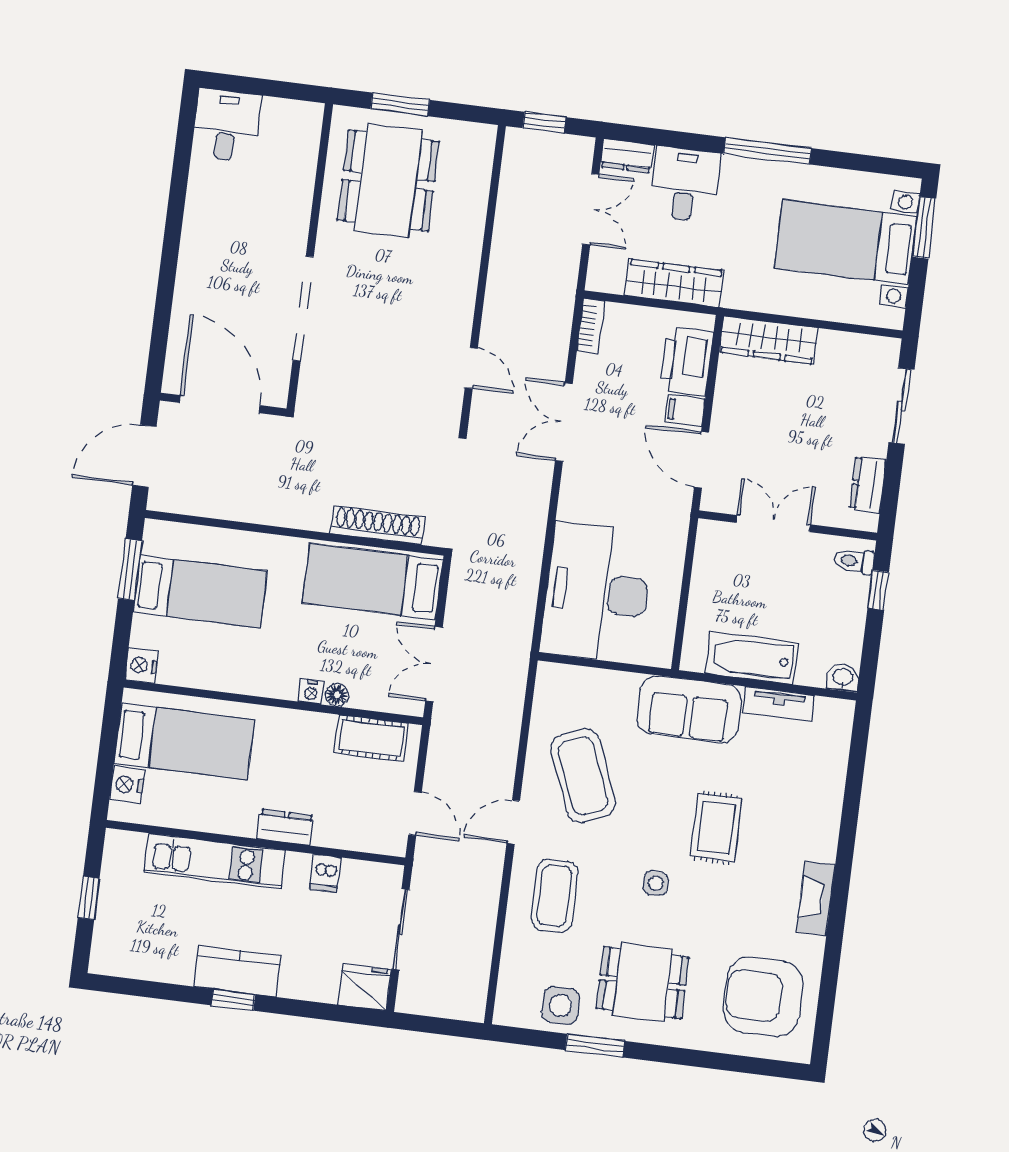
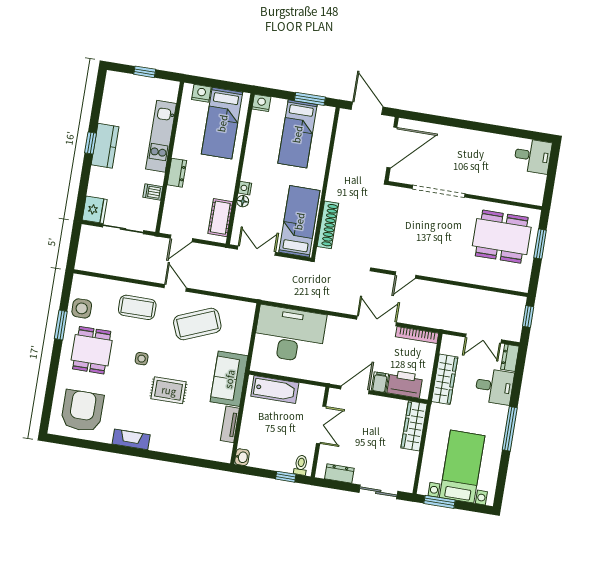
window: (924, 228) -> (439, 502), moved
bookcase: (591, 326) -> (417, 335), width x1.56
bathtub: (752, 658) -> (275, 389), moved, turned 90

